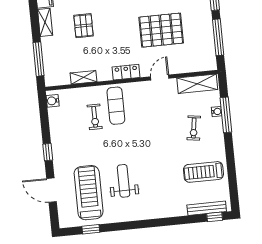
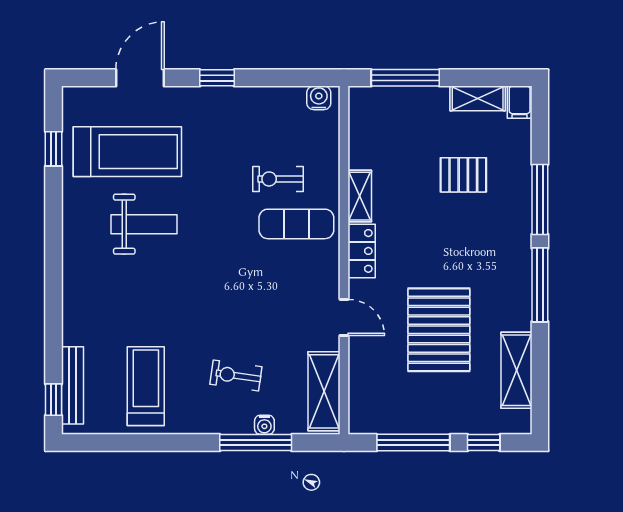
shelving: (83, 77) -> (360, 196), moved

